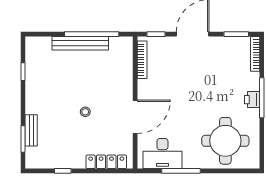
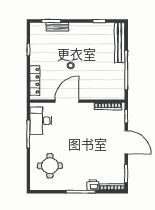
bench: (80, 43) -> (120, 43), moved
printer: (252, 100) -> (93, 185), moved
door: (135, 117) -> (67, 101), swing flipped
round table: (225, 141) -> (50, 166), width x0.73, depth x0.73

